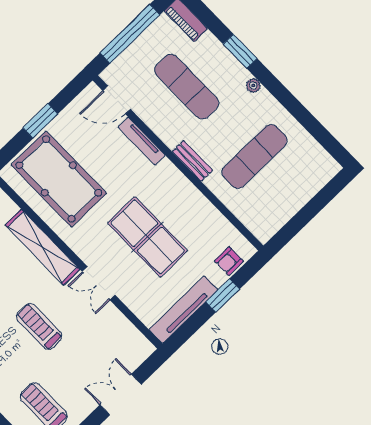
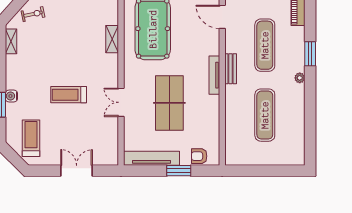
tv unit: (142, 141) -> (214, 75), moved
exercise mat: (254, 156) -> (265, 115), turned 90
bench: (192, 161) -> (231, 69), moved
shelving: (42, 247) -> (112, 39), width x0.45, depth x0.75
treadmill: (39, 326) -> (69, 95), turned -90

